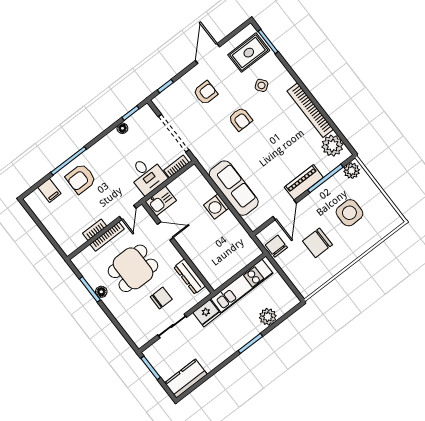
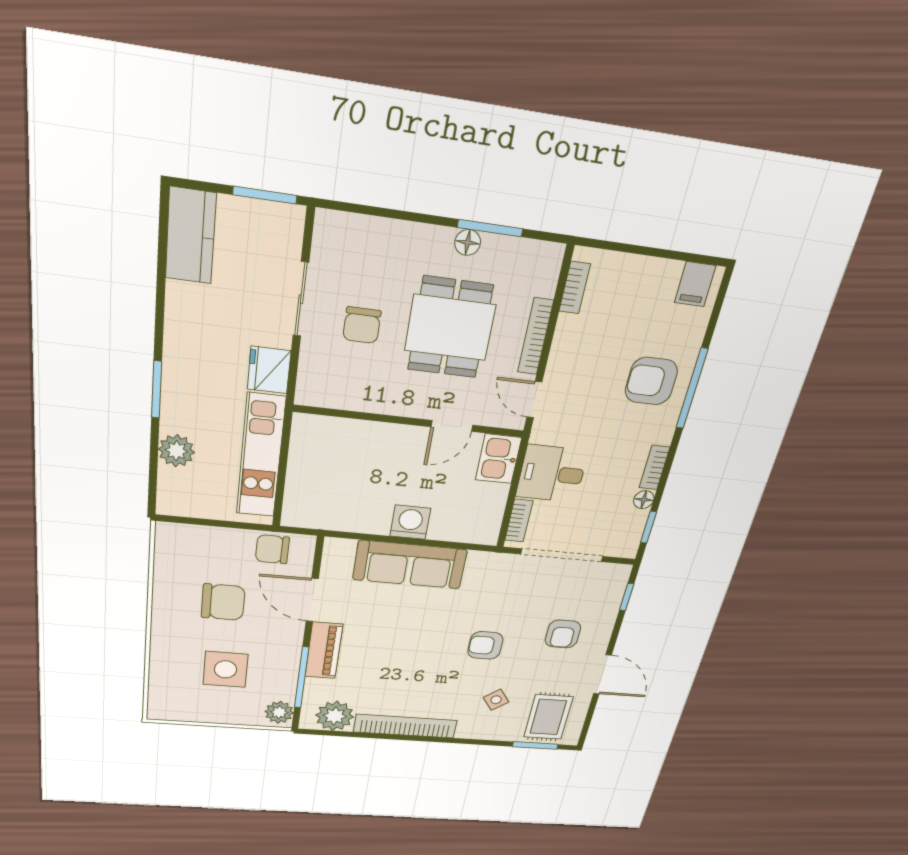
bookcase: (107, 139) -> (654, 467), added
armchair: (81, 179) -> (651, 381), turned -90
filing cabinet: (49, 190) -> (695, 284), moved, turned -90
bookcase: (95, 230) -> (575, 288), moved
chair: (317, 243) -> (223, 602), turned 90
chair: (276, 246) -> (272, 549), turned 180
dresser: (190, 277) -> (351, 398), removed

